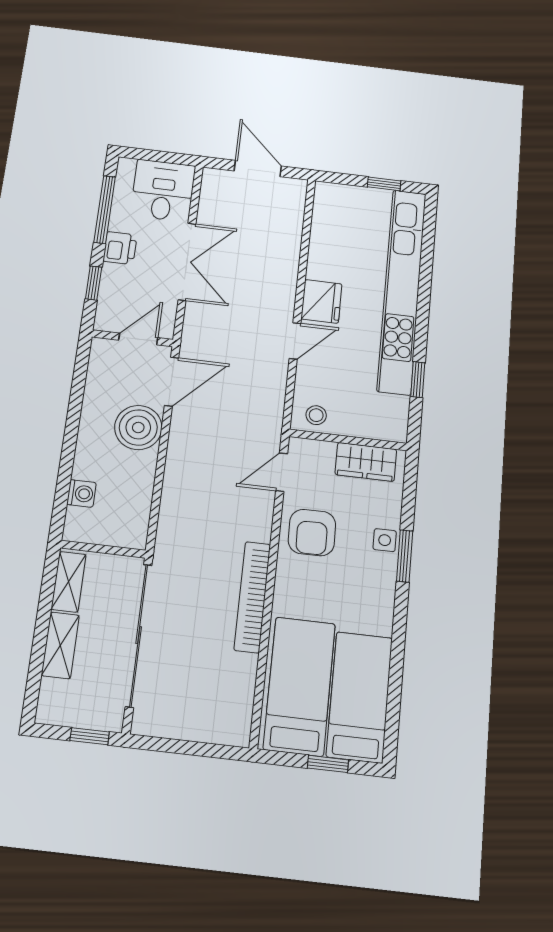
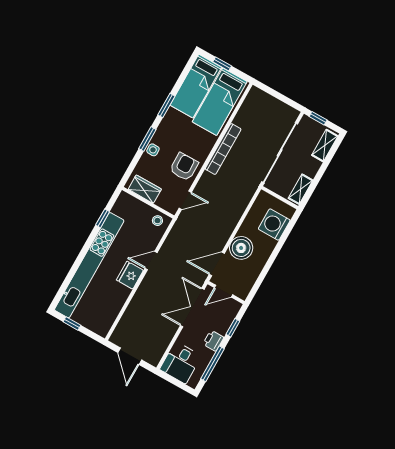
double door: (187, 262) -> (192, 307), moved
washing machine: (81, 493) -> (274, 224), width x1.89, depth x1.89
window: (399, 635) -> (166, 105), added
shelving: (60, 645) -> (325, 146), moved

